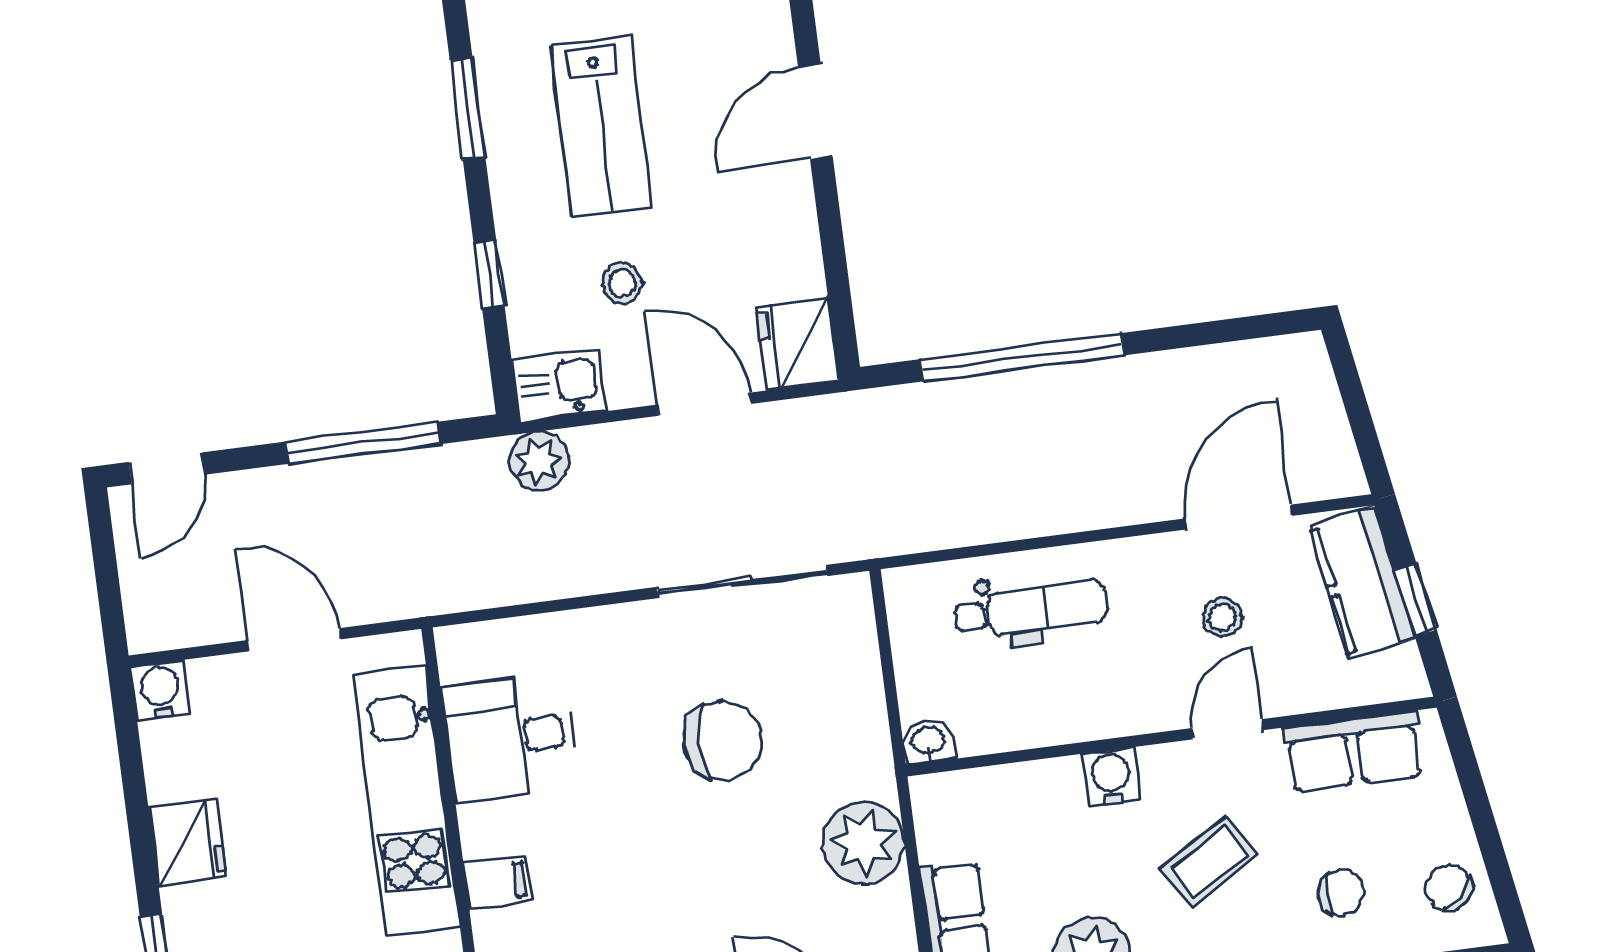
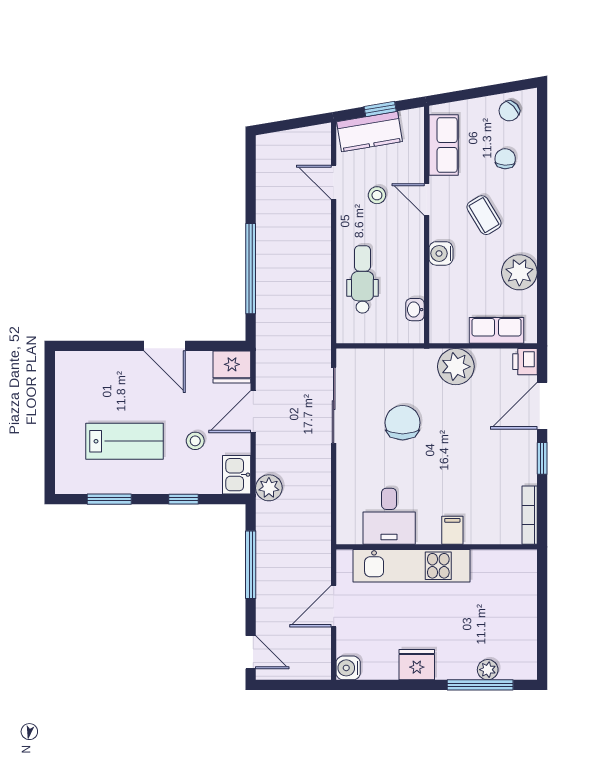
door: (815, 112) -> (165, 346), moved
door: (1239, 517) -> (334, 182), width x0.73
washbasin: (928, 742) -> (415, 310), moved

